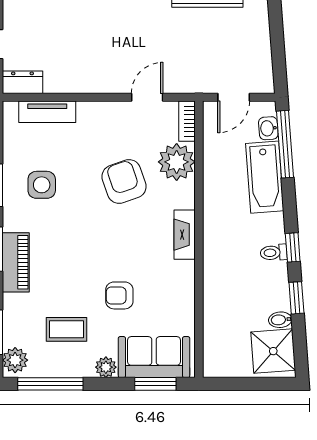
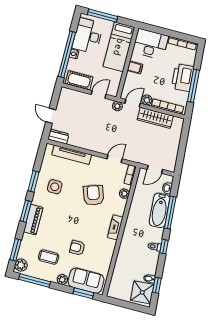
tv unit: (47, 112) -> (72, 155), width x1.41
window: (285, 144) -> (170, 213), moved
plant: (177, 162) -> (124, 194), width x0.53, depth x0.53
window: (296, 298) -> (157, 285), moved

